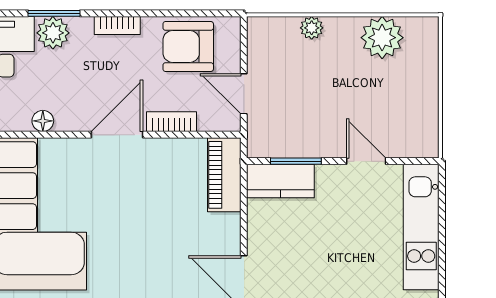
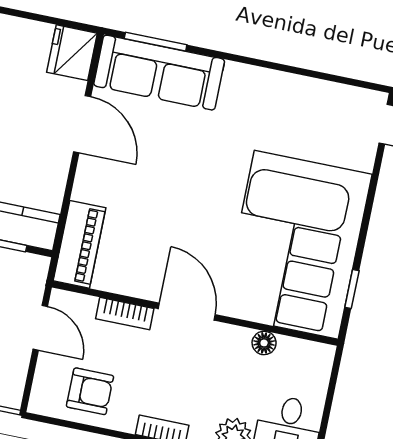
armchair: (188, 46) -> (90, 391), width x0.72, depth x0.72
door: (117, 135) -> (187, 312), swing flipped

